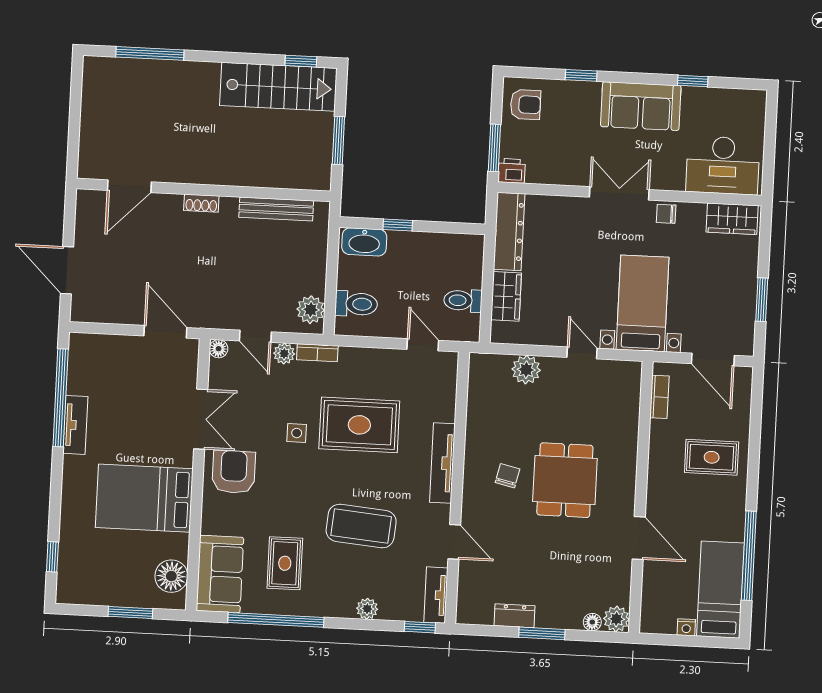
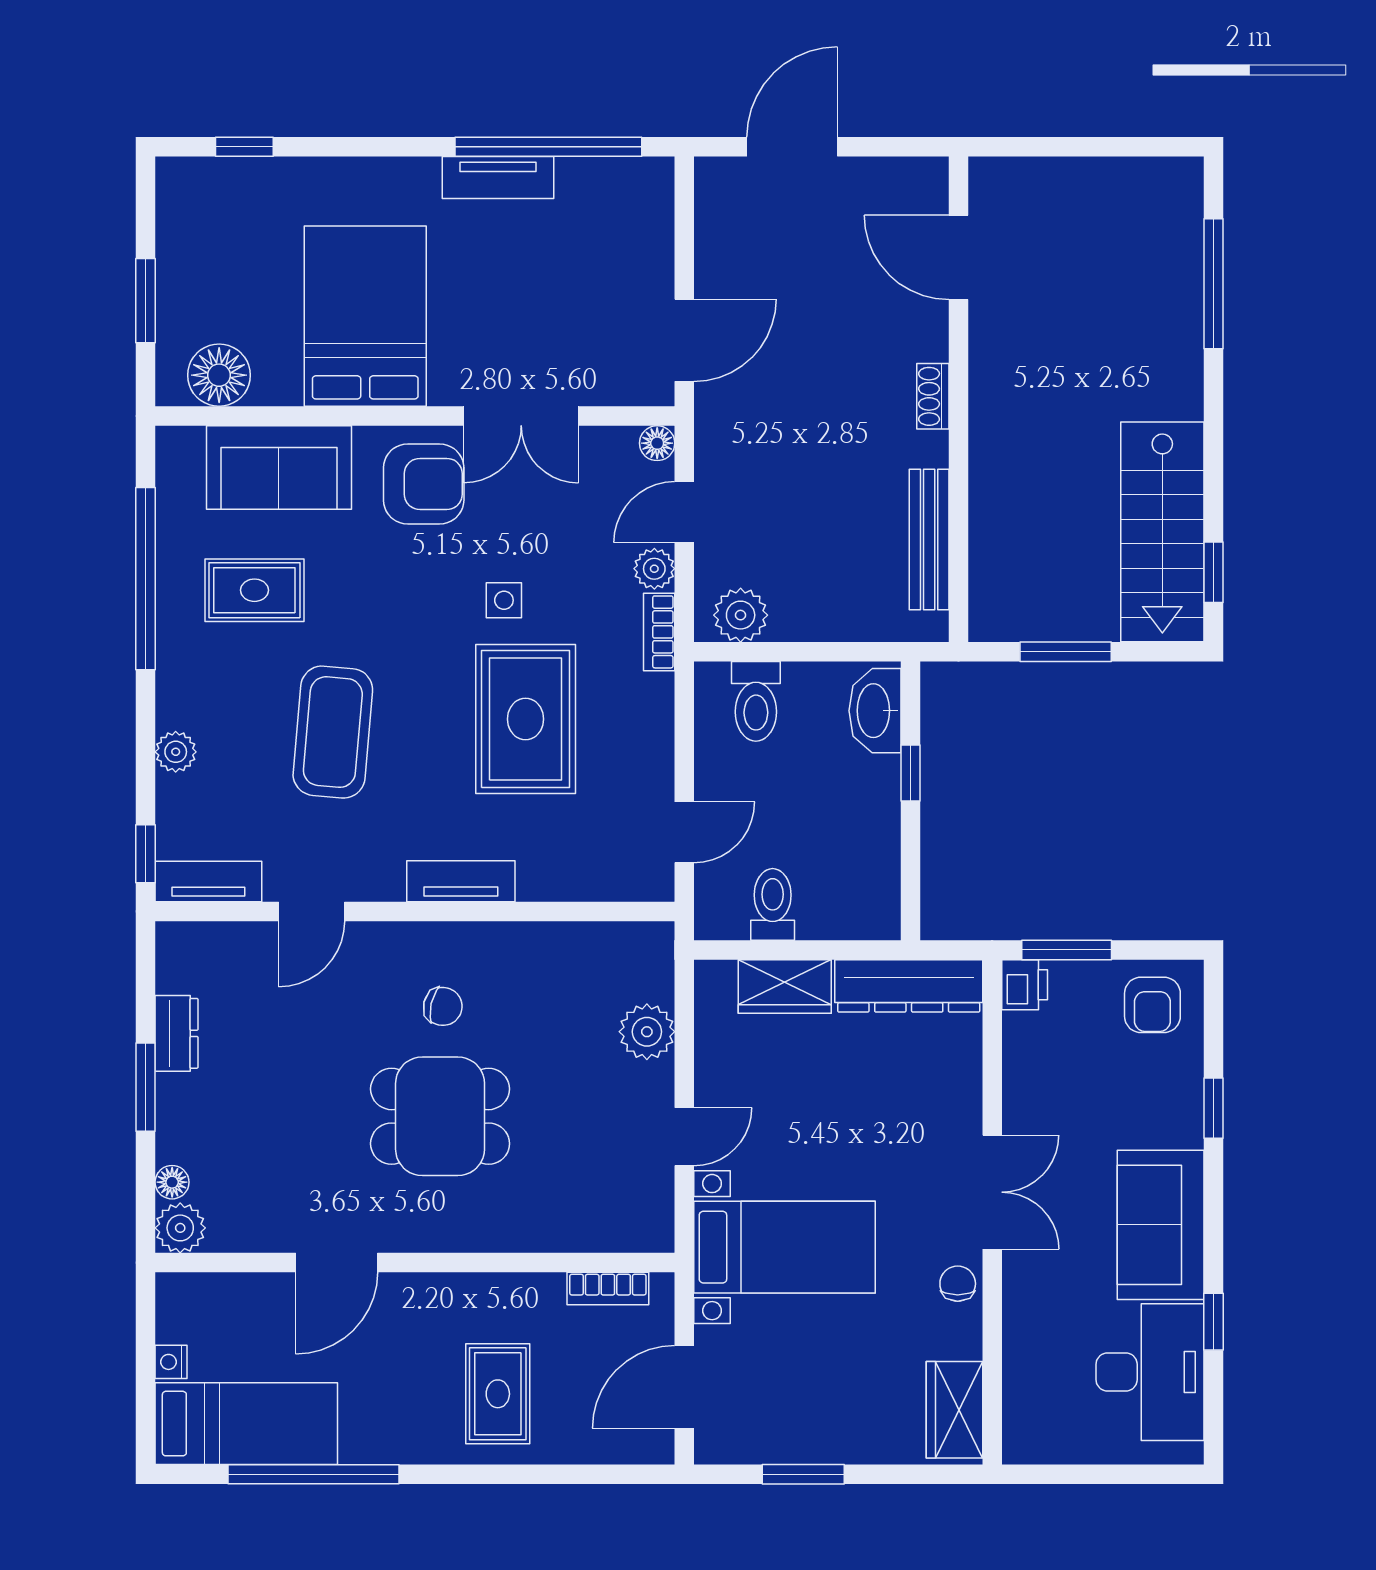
desk: (723, 165) -> (1150, 1372), moved, turned 180
tv unit: (442, 463) -> (461, 881), width x0.71
sofa: (220, 574) -> (279, 467), moved

